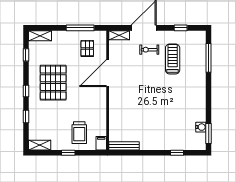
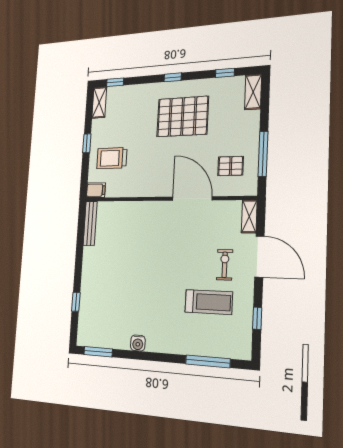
window: (26, 116) -> (115, 82), moved
water cooler: (201, 127) -> (138, 343), moved

